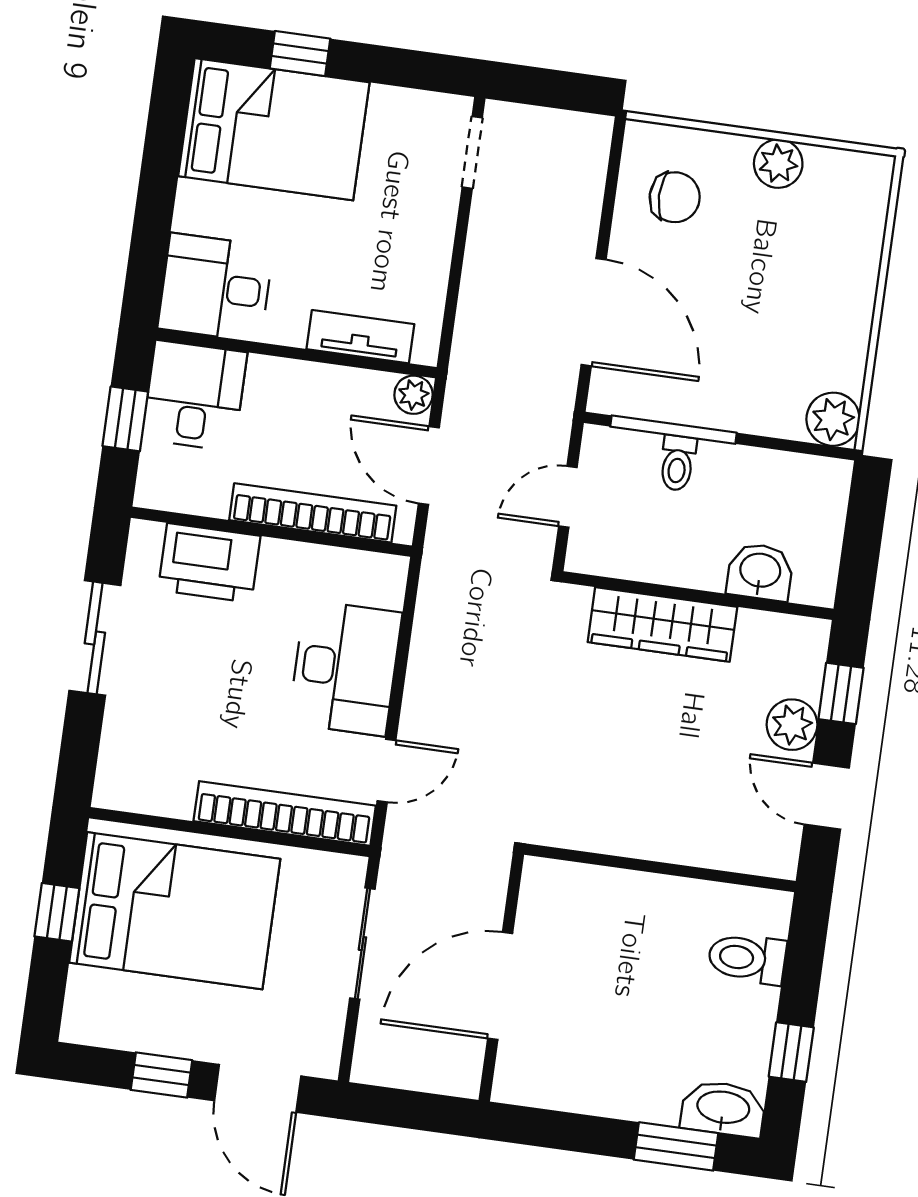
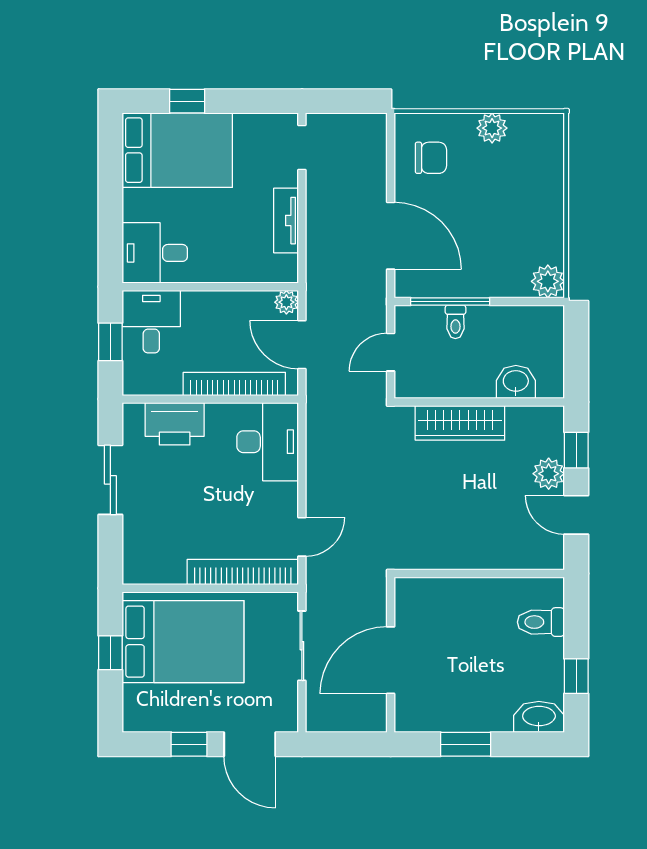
tv unit: (360, 337) -> (286, 221), moved, turned -90
desk: (345, 668) -> (268, 442), moved
window: (676, 1146) -> (466, 744), moved

